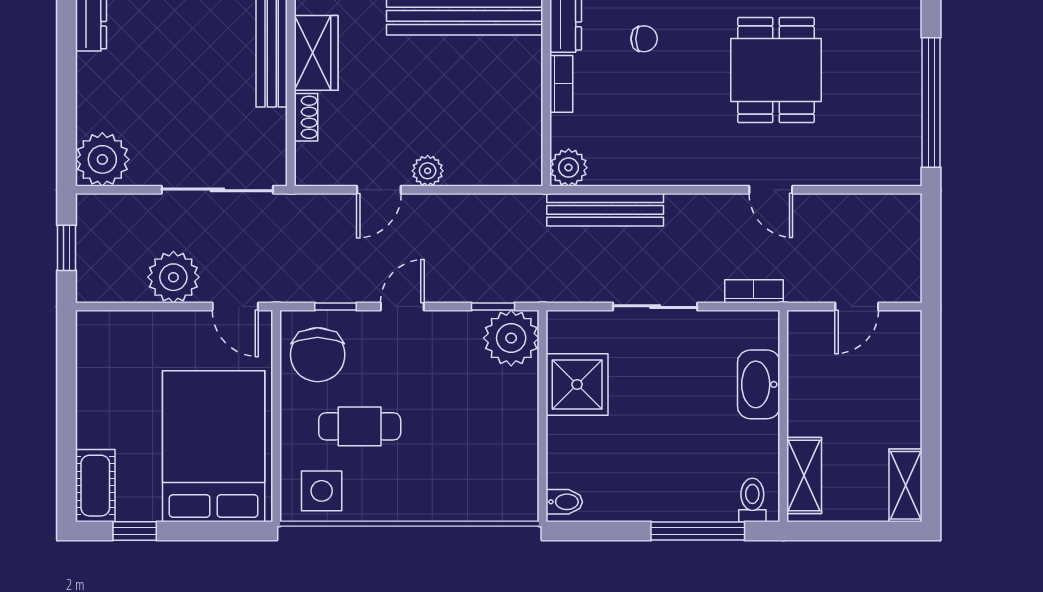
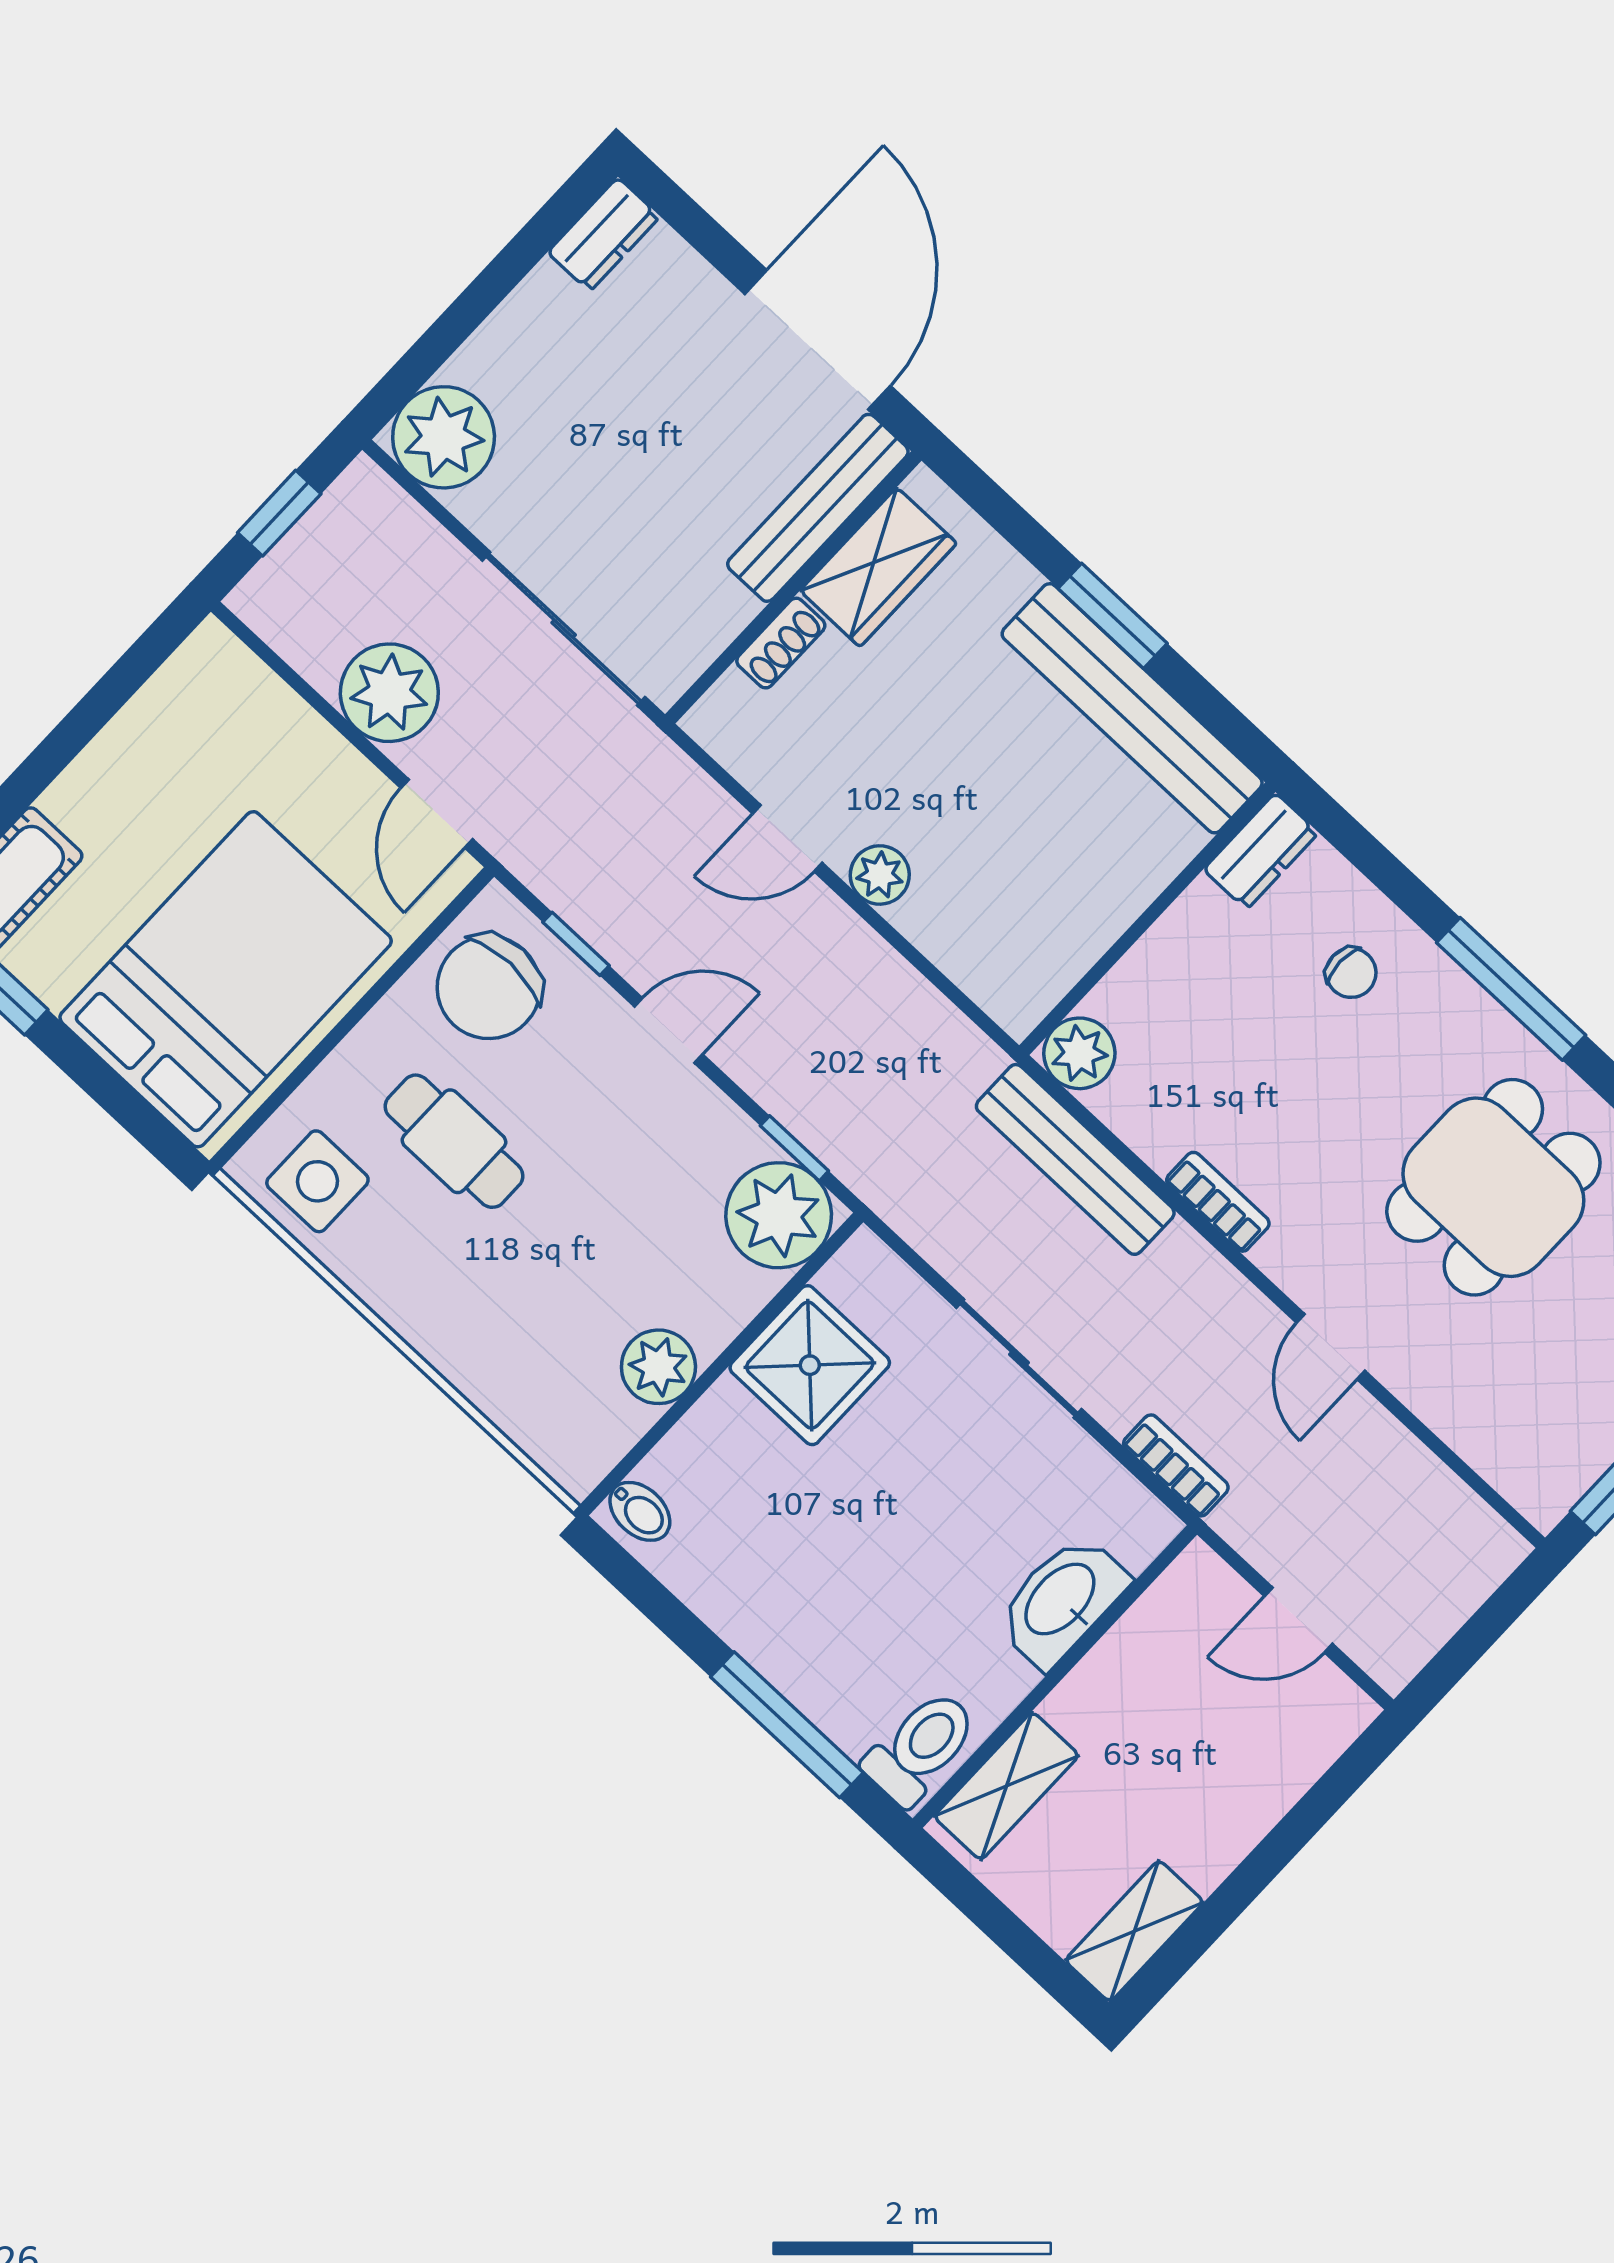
bookcase: (561, 84) -> (1218, 1202), moved, turned -90
plant: (519, 440) -> (658, 1367), added
toilet: (752, 500) -> (921, 1748), width x1.37, depth x1.39

